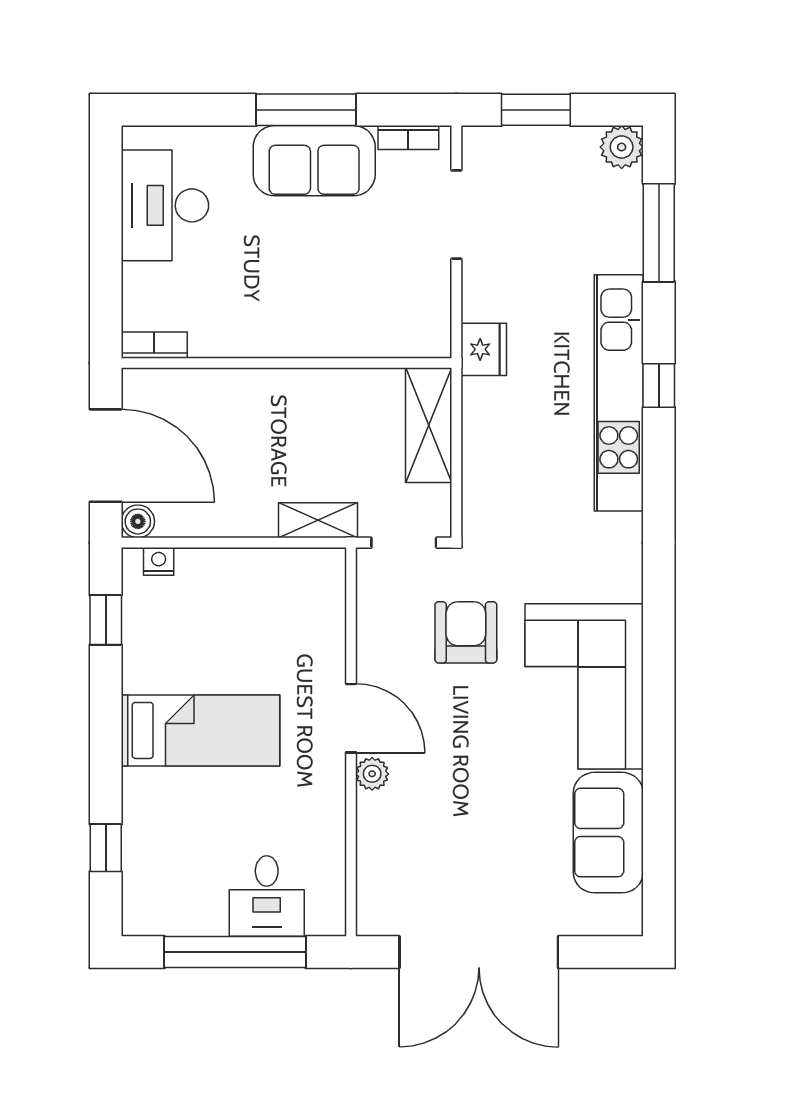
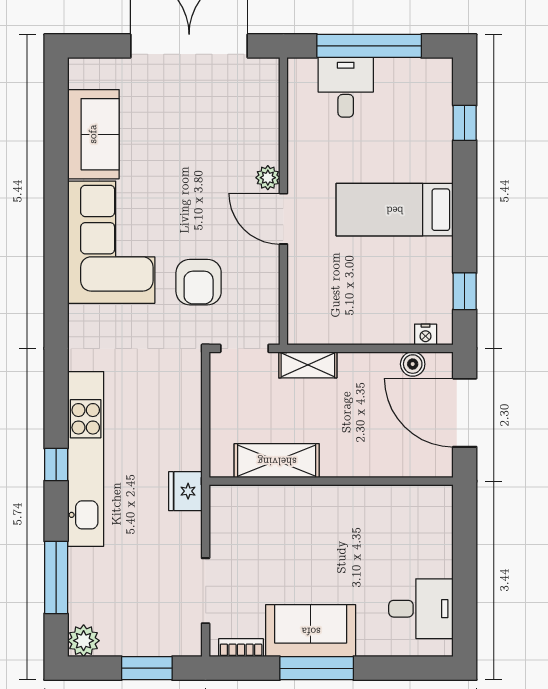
desk: (165, 205) -> (421, 609), width x0.73
bookcase: (154, 345) -> (429, 494), removed
shelving: (429, 425) -> (277, 461), moved, turned 90
boiler: (138, 521) -> (413, 364), moved

